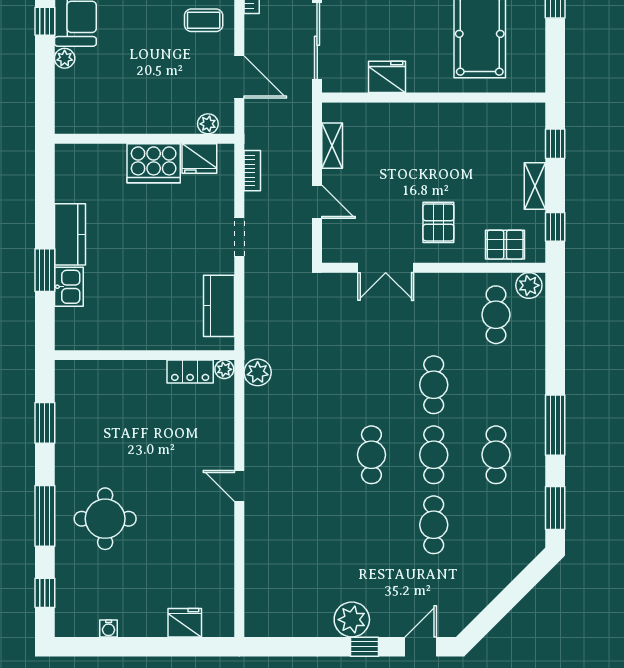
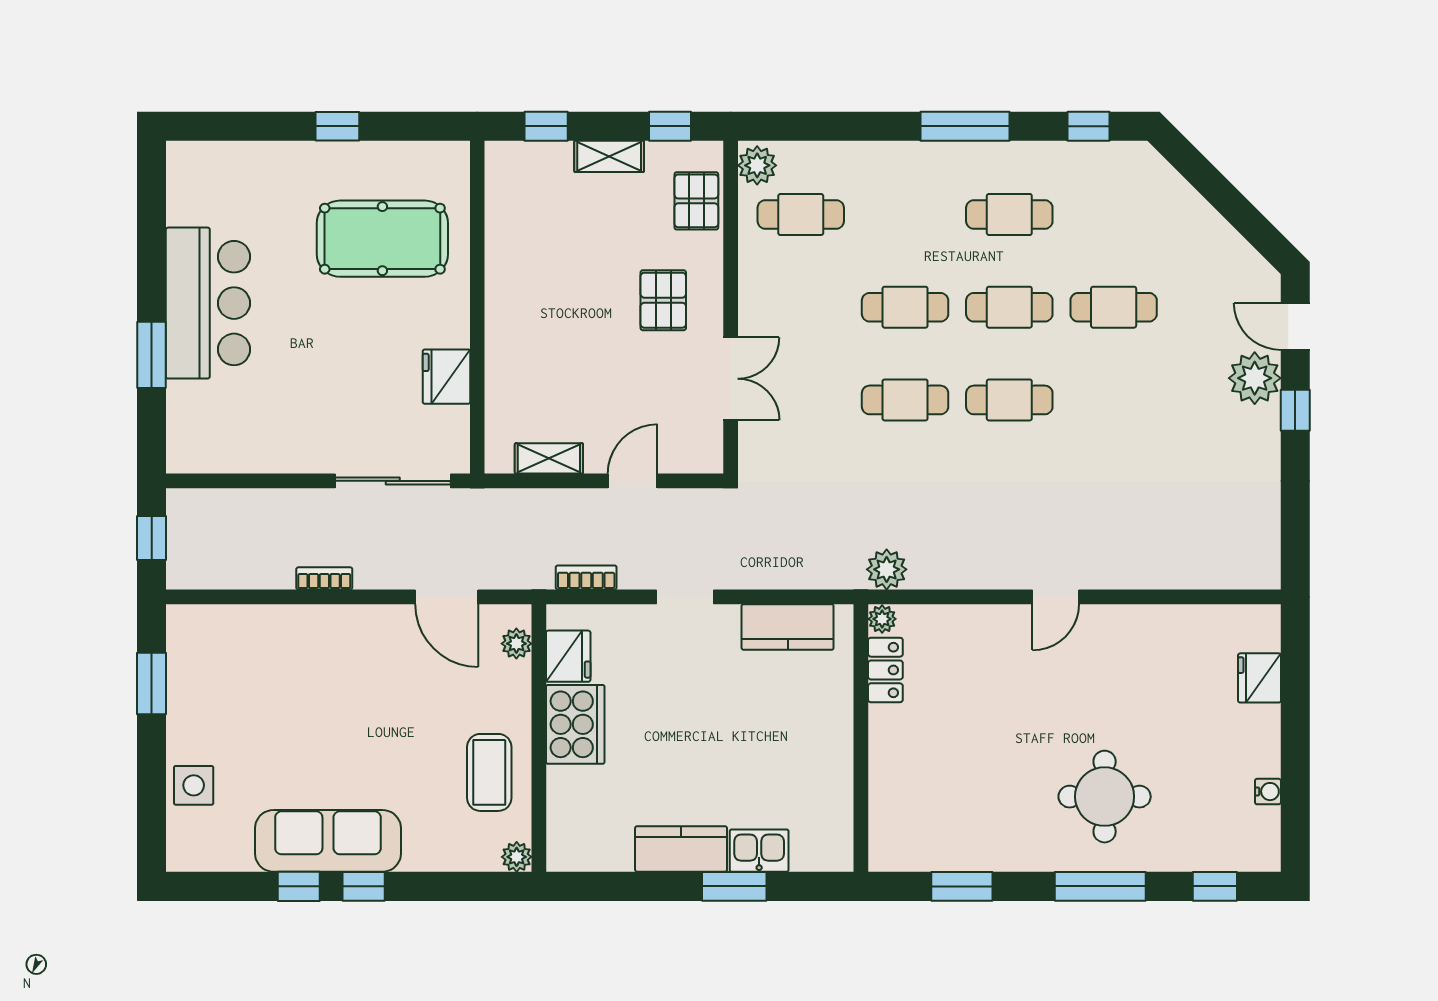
coffee table: (204, 20) -> (489, 772), moved, width x1.36, depth x1.30
plant: (65, 58) -> (517, 857), moved
door: (239, 77) -> (447, 597), swing flipped
pallet: (438, 222) -> (663, 300), turned 90
cafe table: (371, 385) -> (905, 400), added
window: (555, 508) -> (1089, 126), width x0.67
plant: (352, 620) -> (1255, 378), moved

